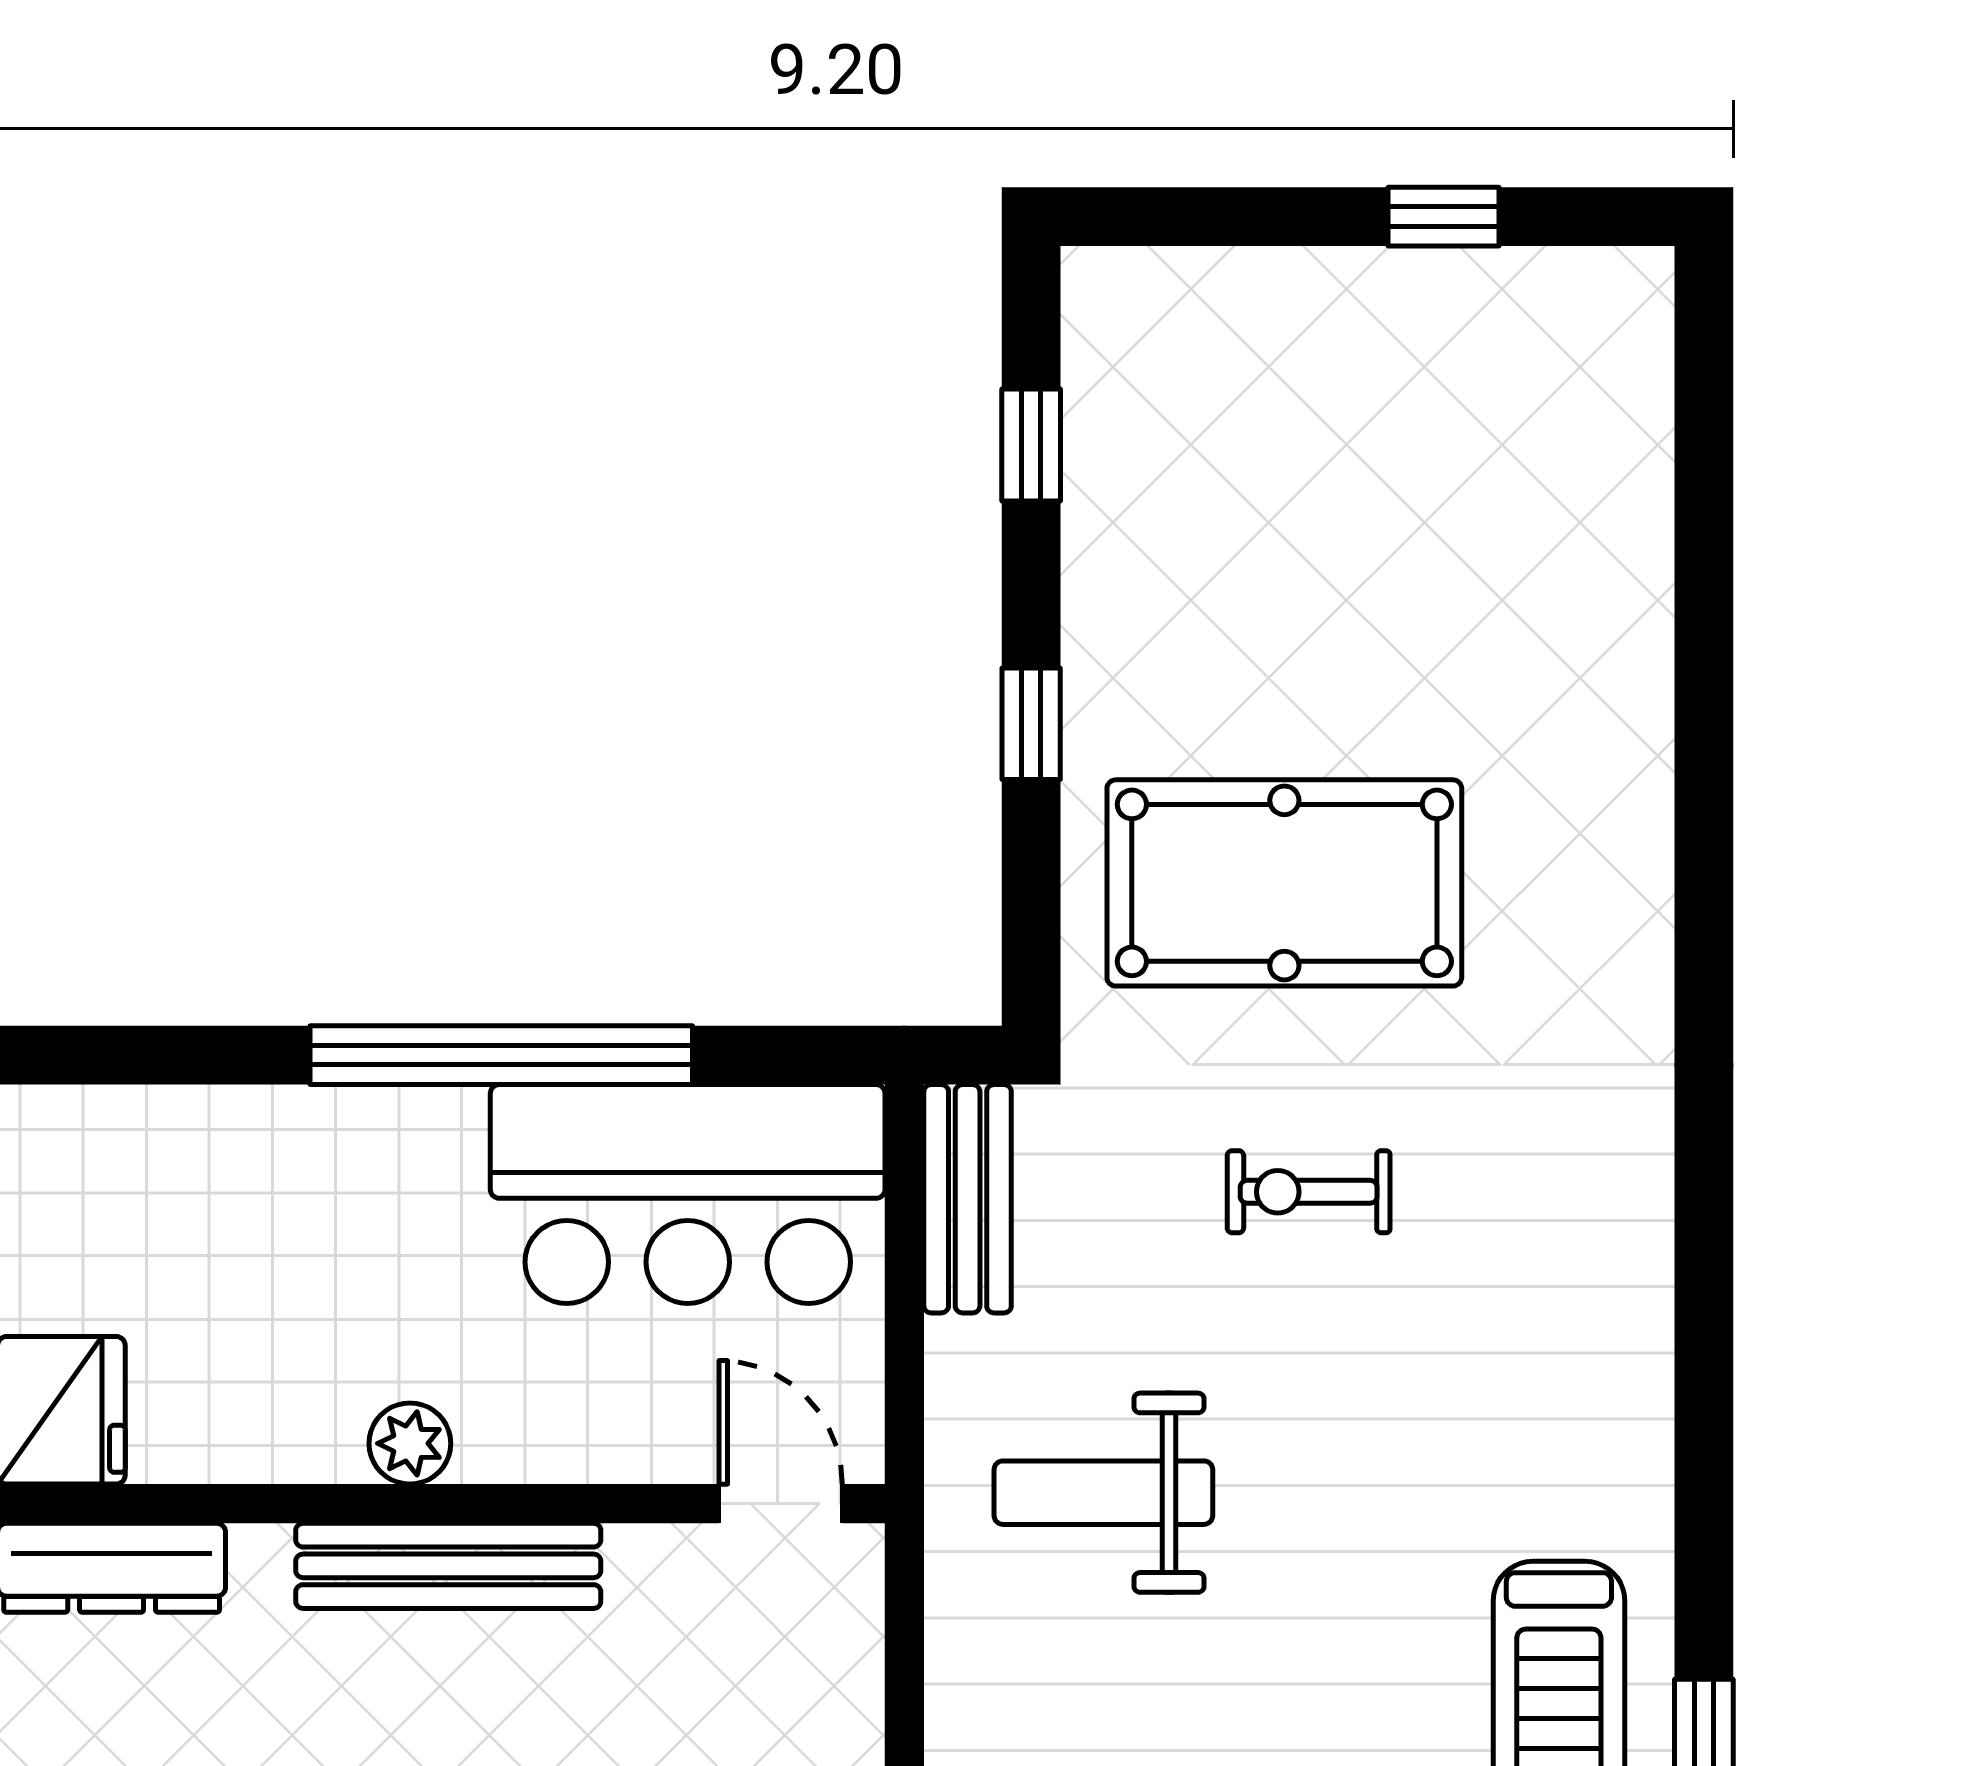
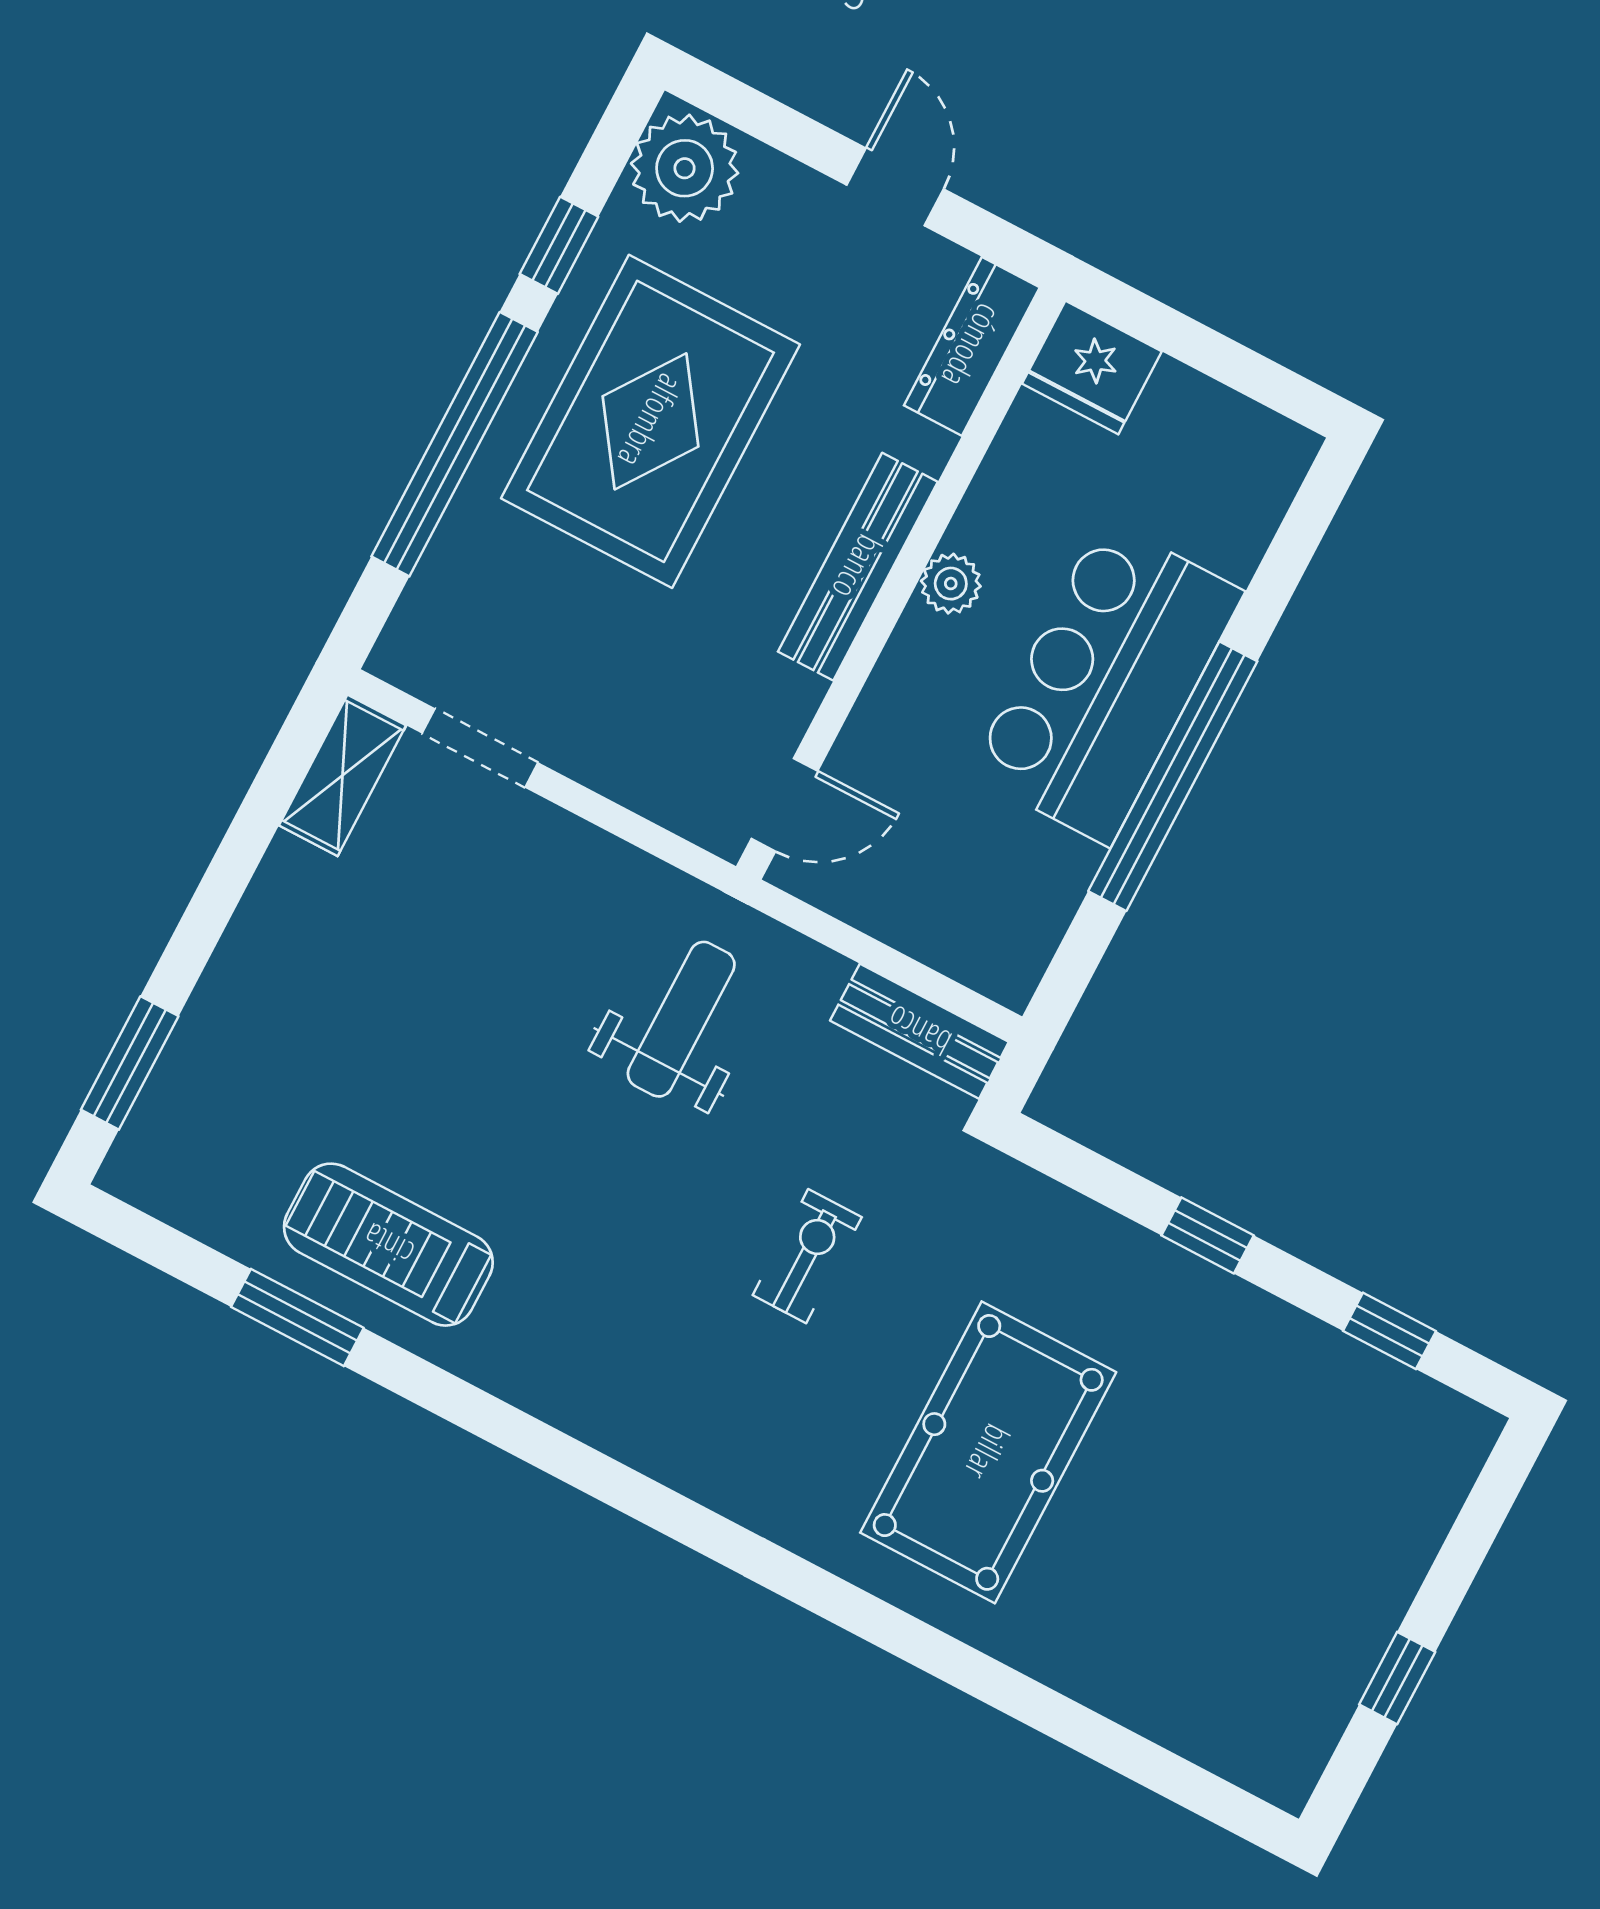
pool table: (1284, 883) -> (988, 1452), moved
bar counter: (688, 1194) -> (1106, 683), moved

